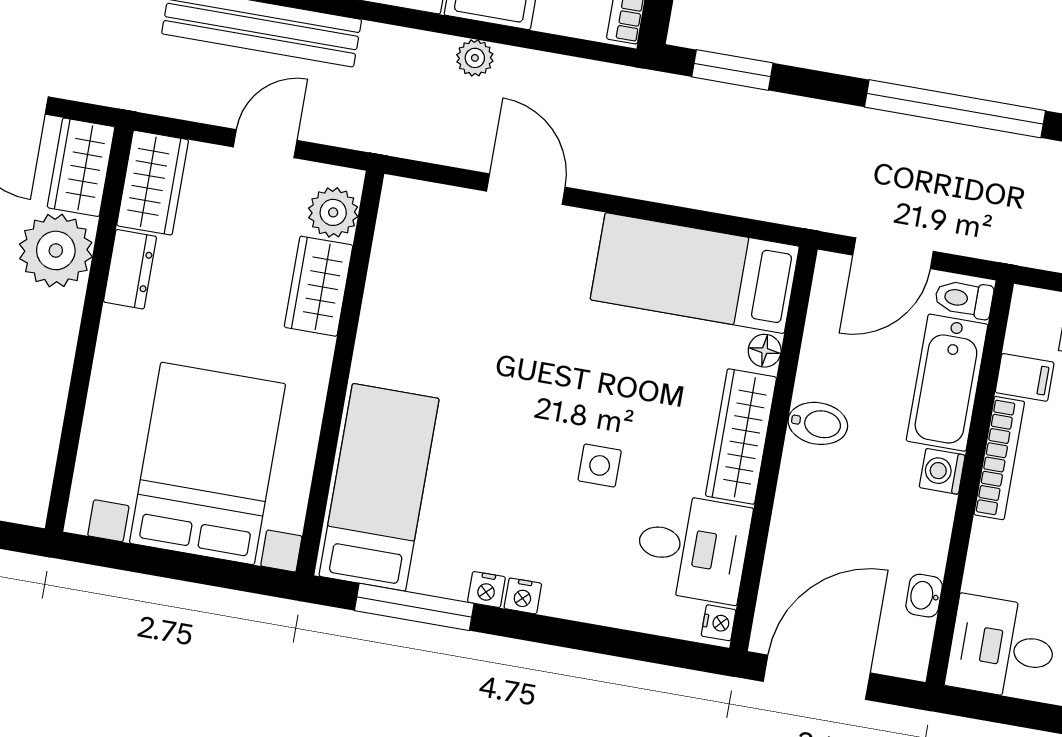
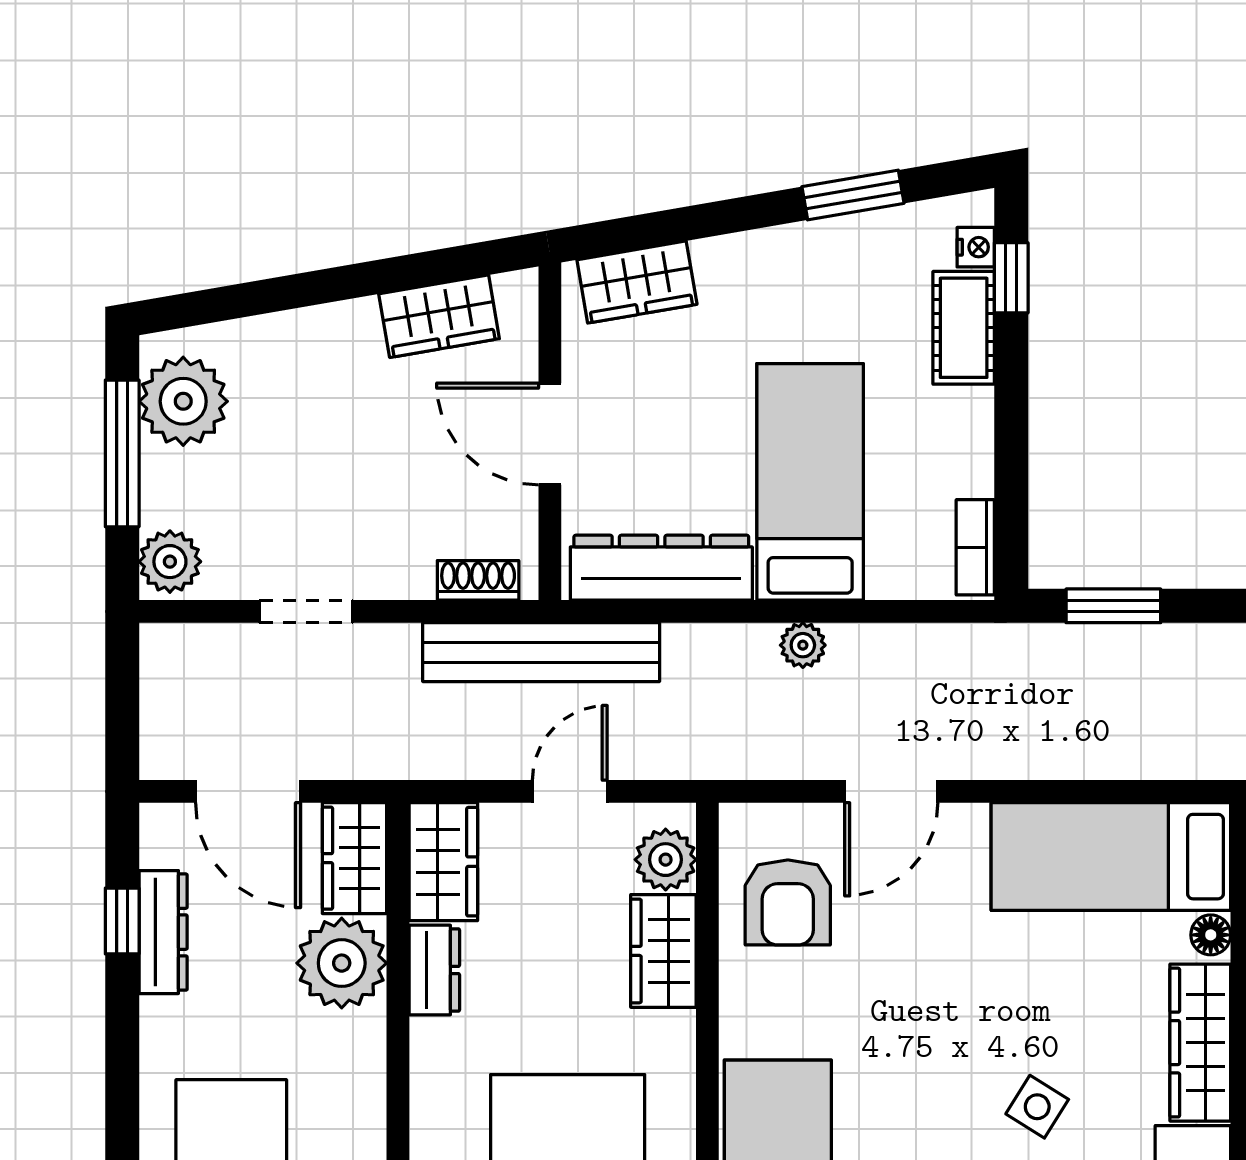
door: (526, 189) -> (891, 791), swing flipped
armchair: (426, 264) -> (788, 902), added
side table: (600, 465) -> (1037, 1107), turned 32

